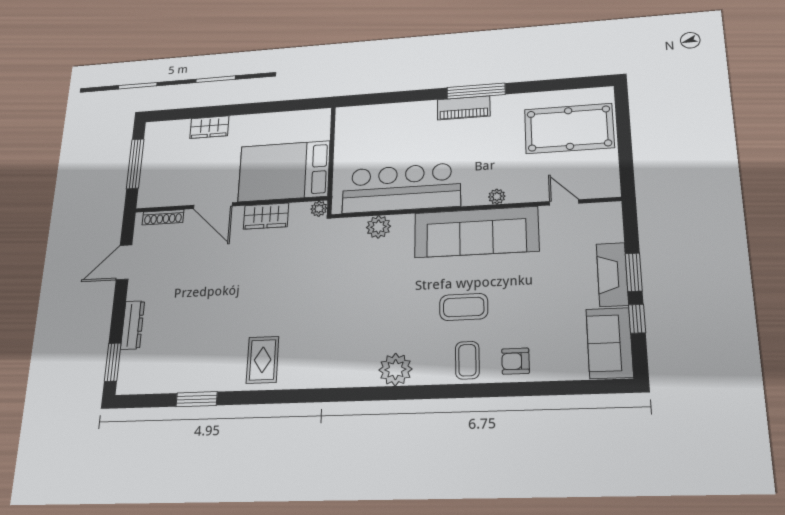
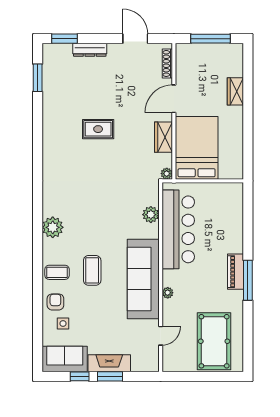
side table: (551, 348) -> (63, 324), added
rug: (263, 360) -> (98, 129), moved
window: (197, 399) -> (38, 78), moved

